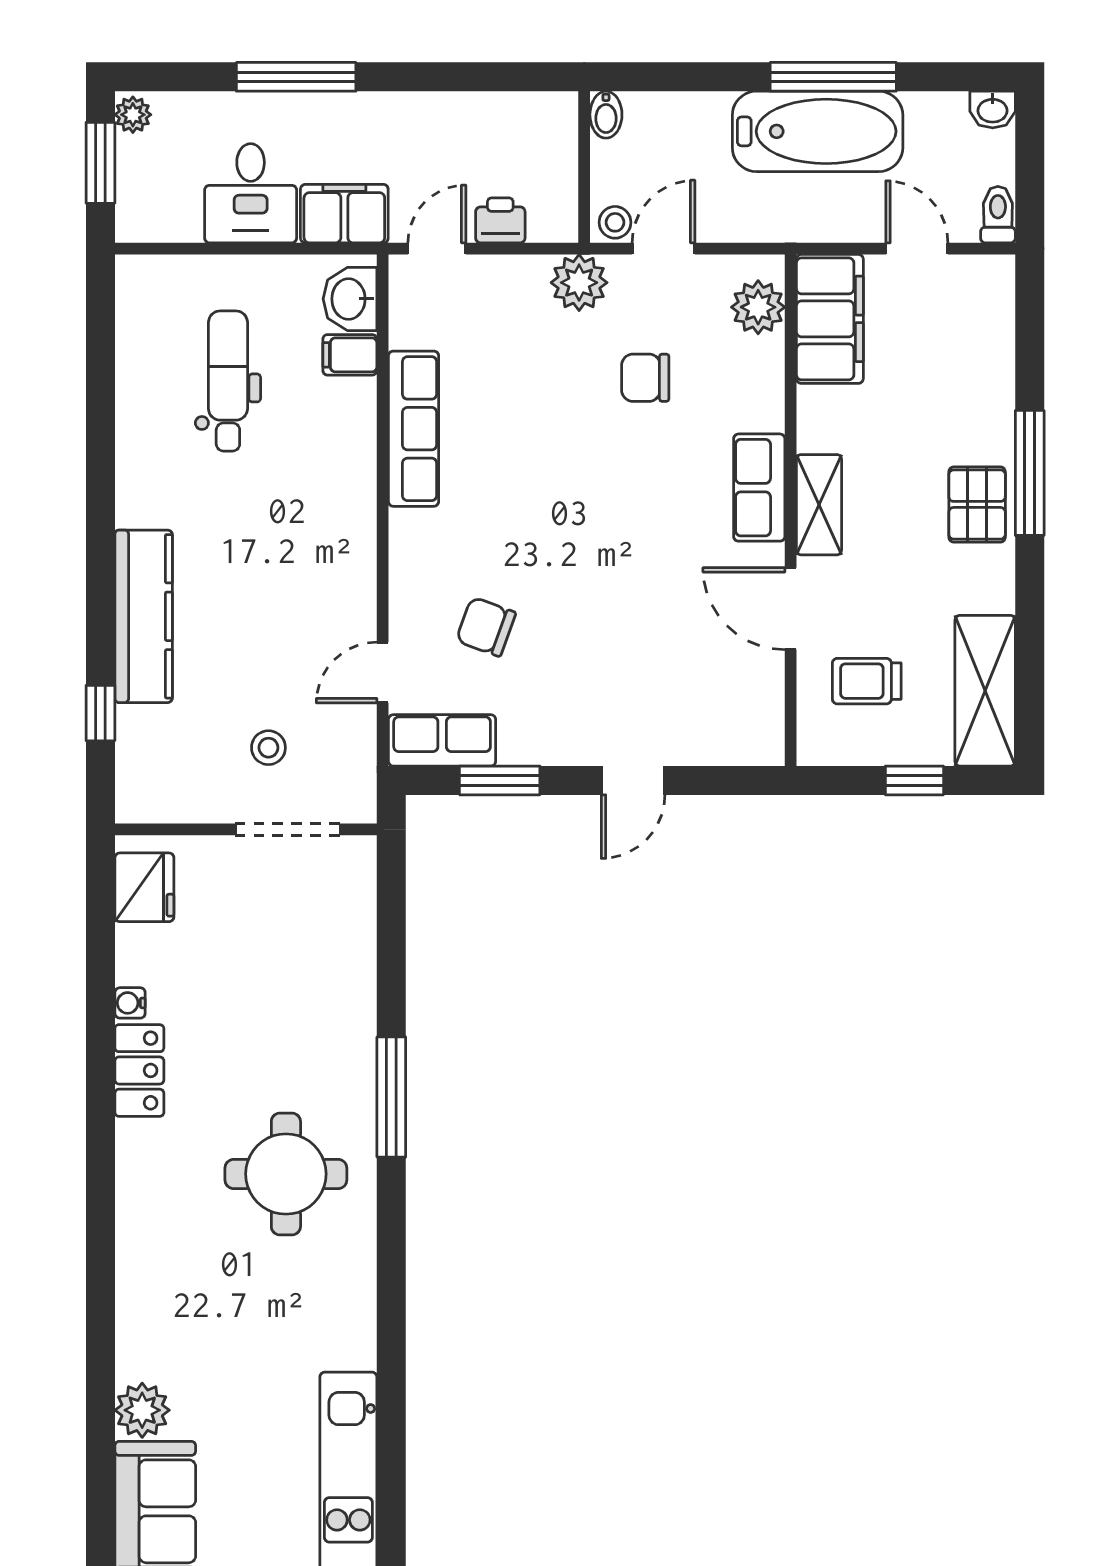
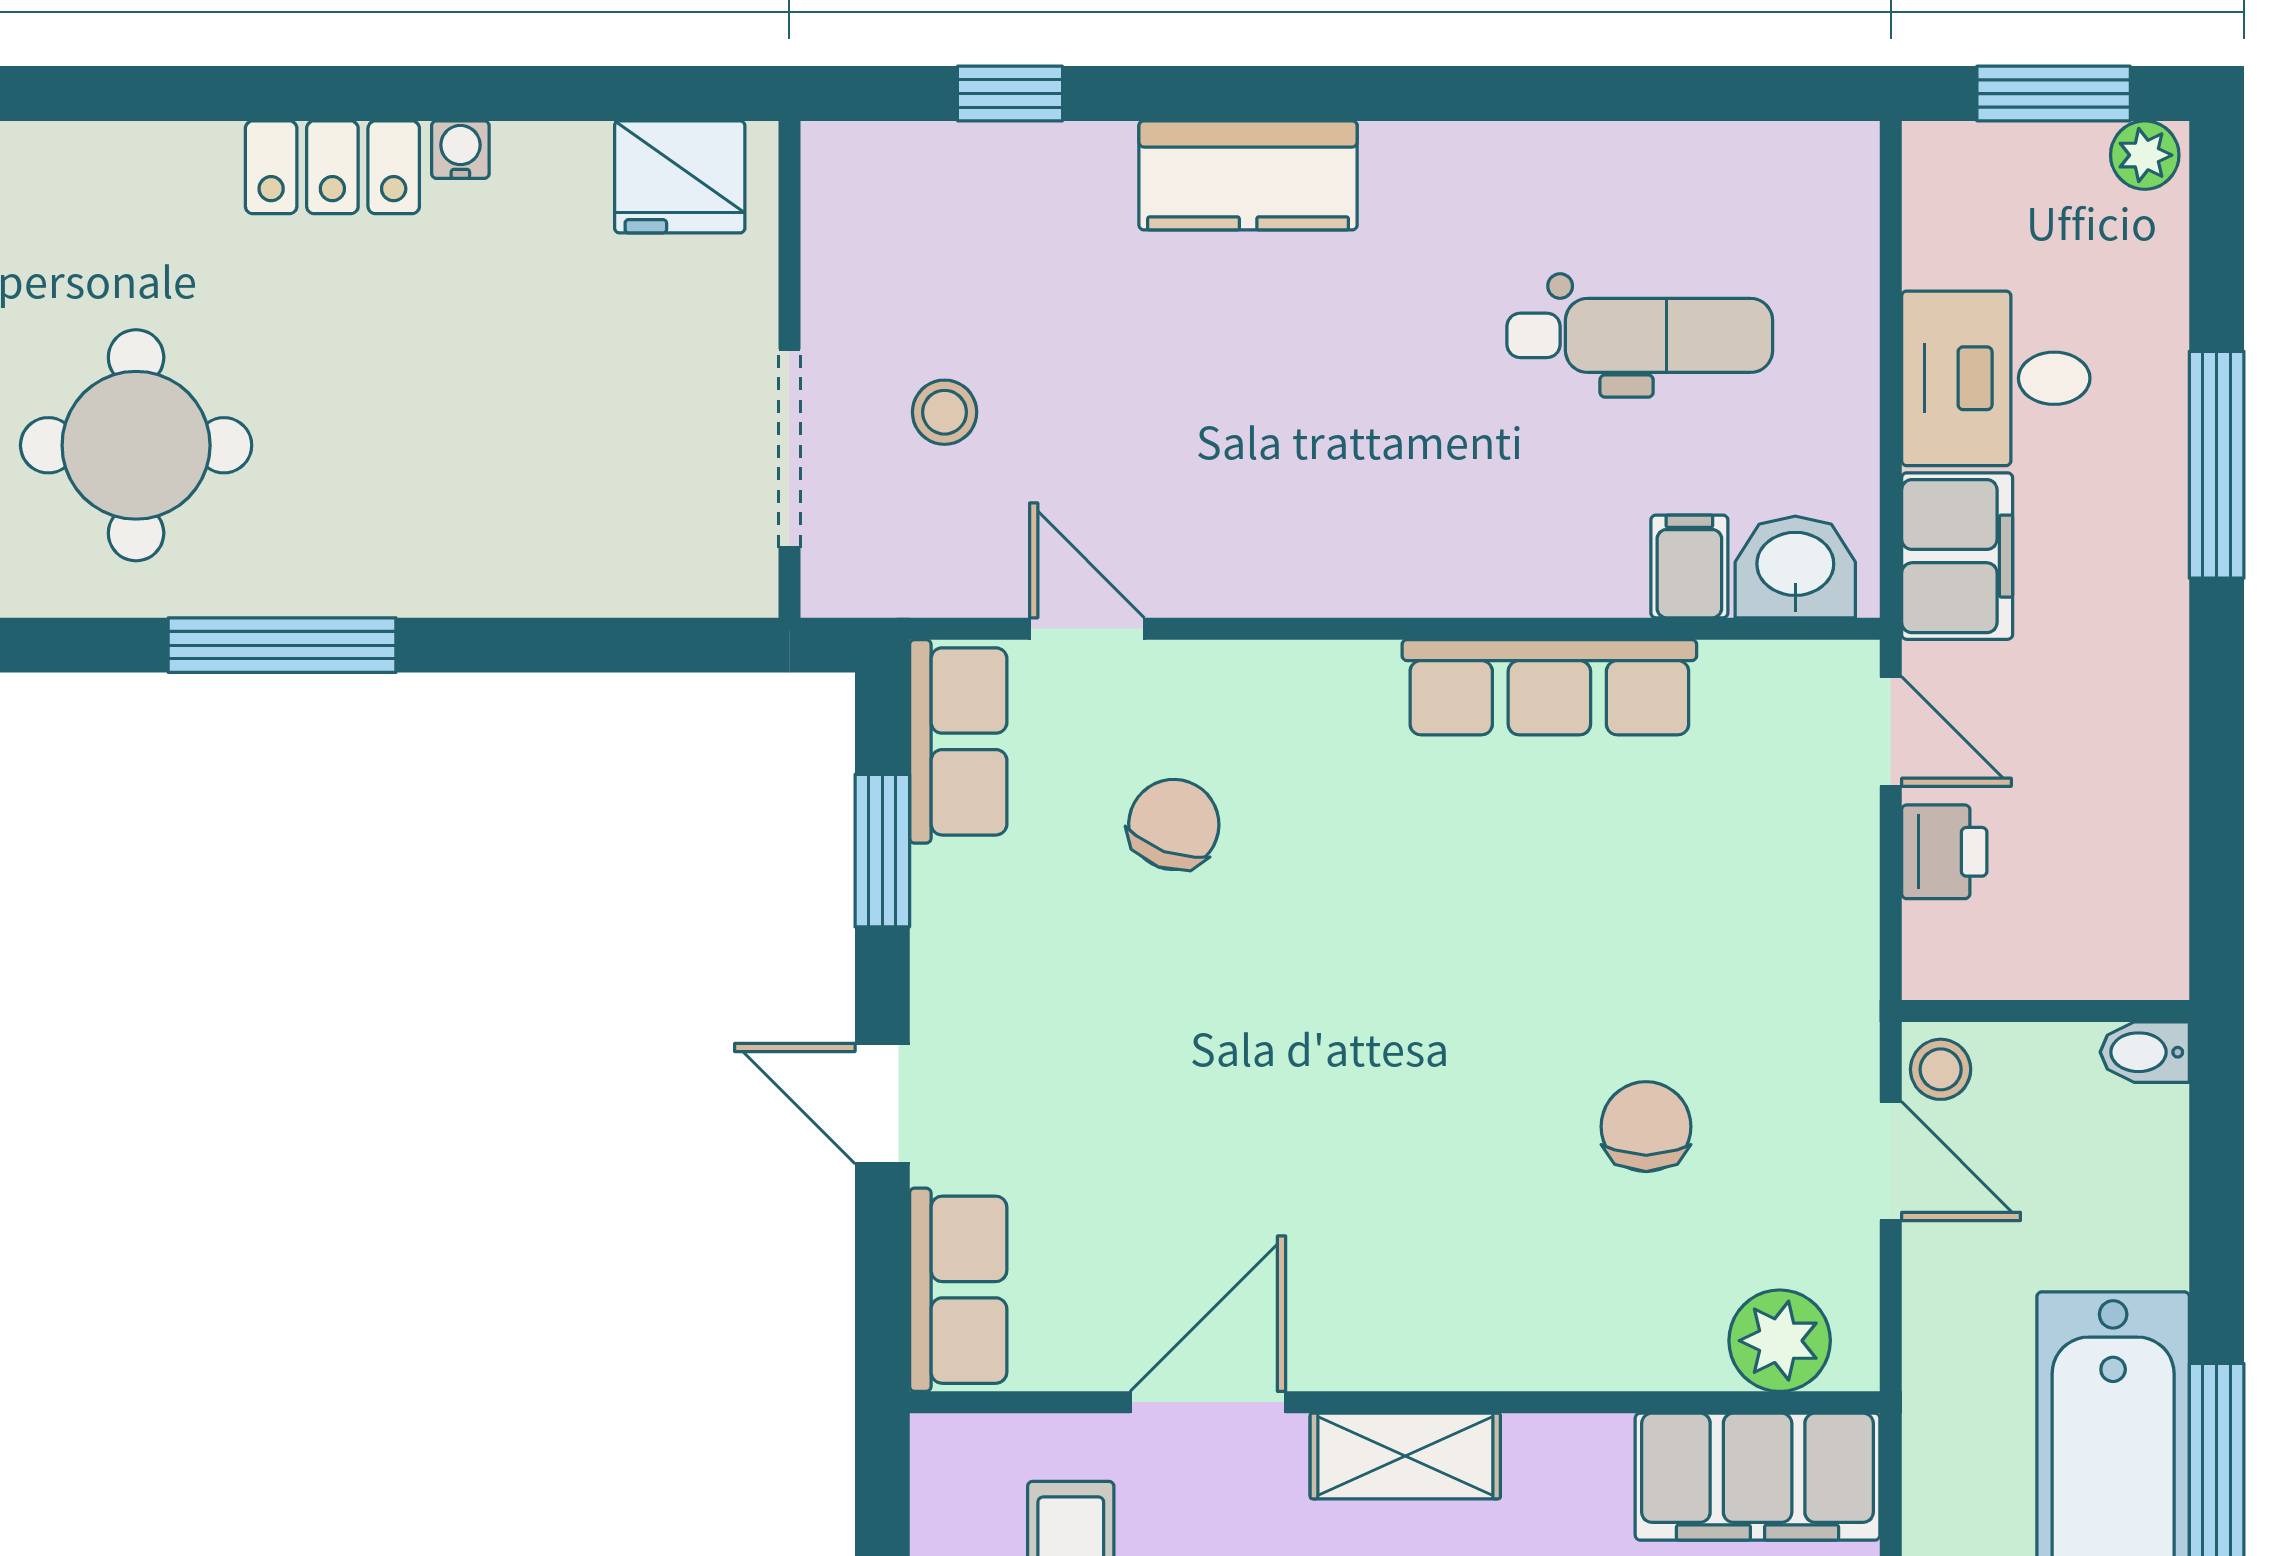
plant: (579, 283) -> (1826, 1001), removed
row of seats: (759, 488) -> (958, 1290), moved, turned 90
kitchen counter: (144, 616) -> (1248, 175), width x0.67

